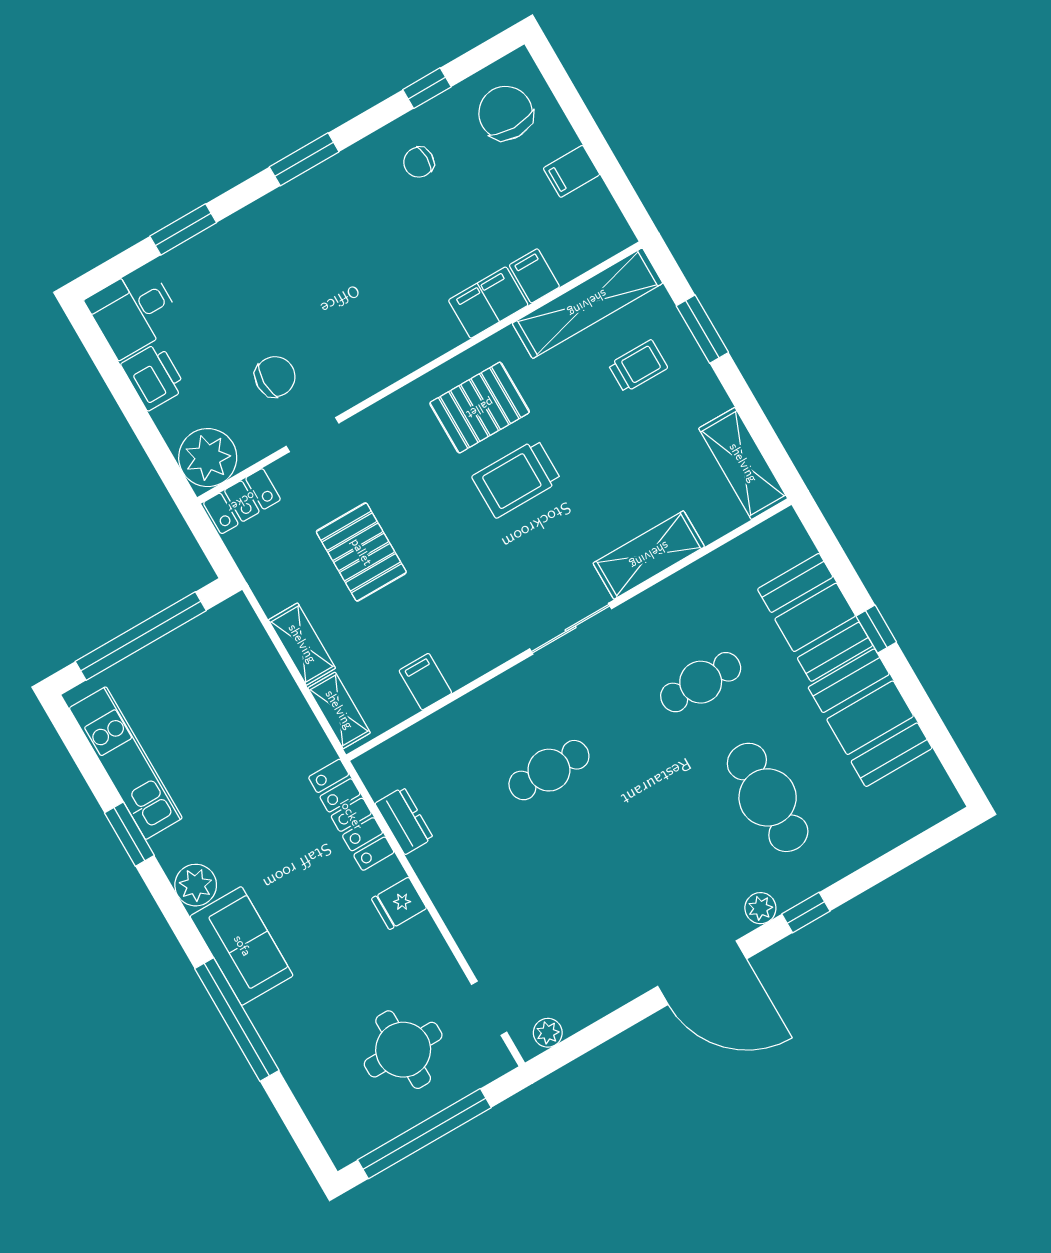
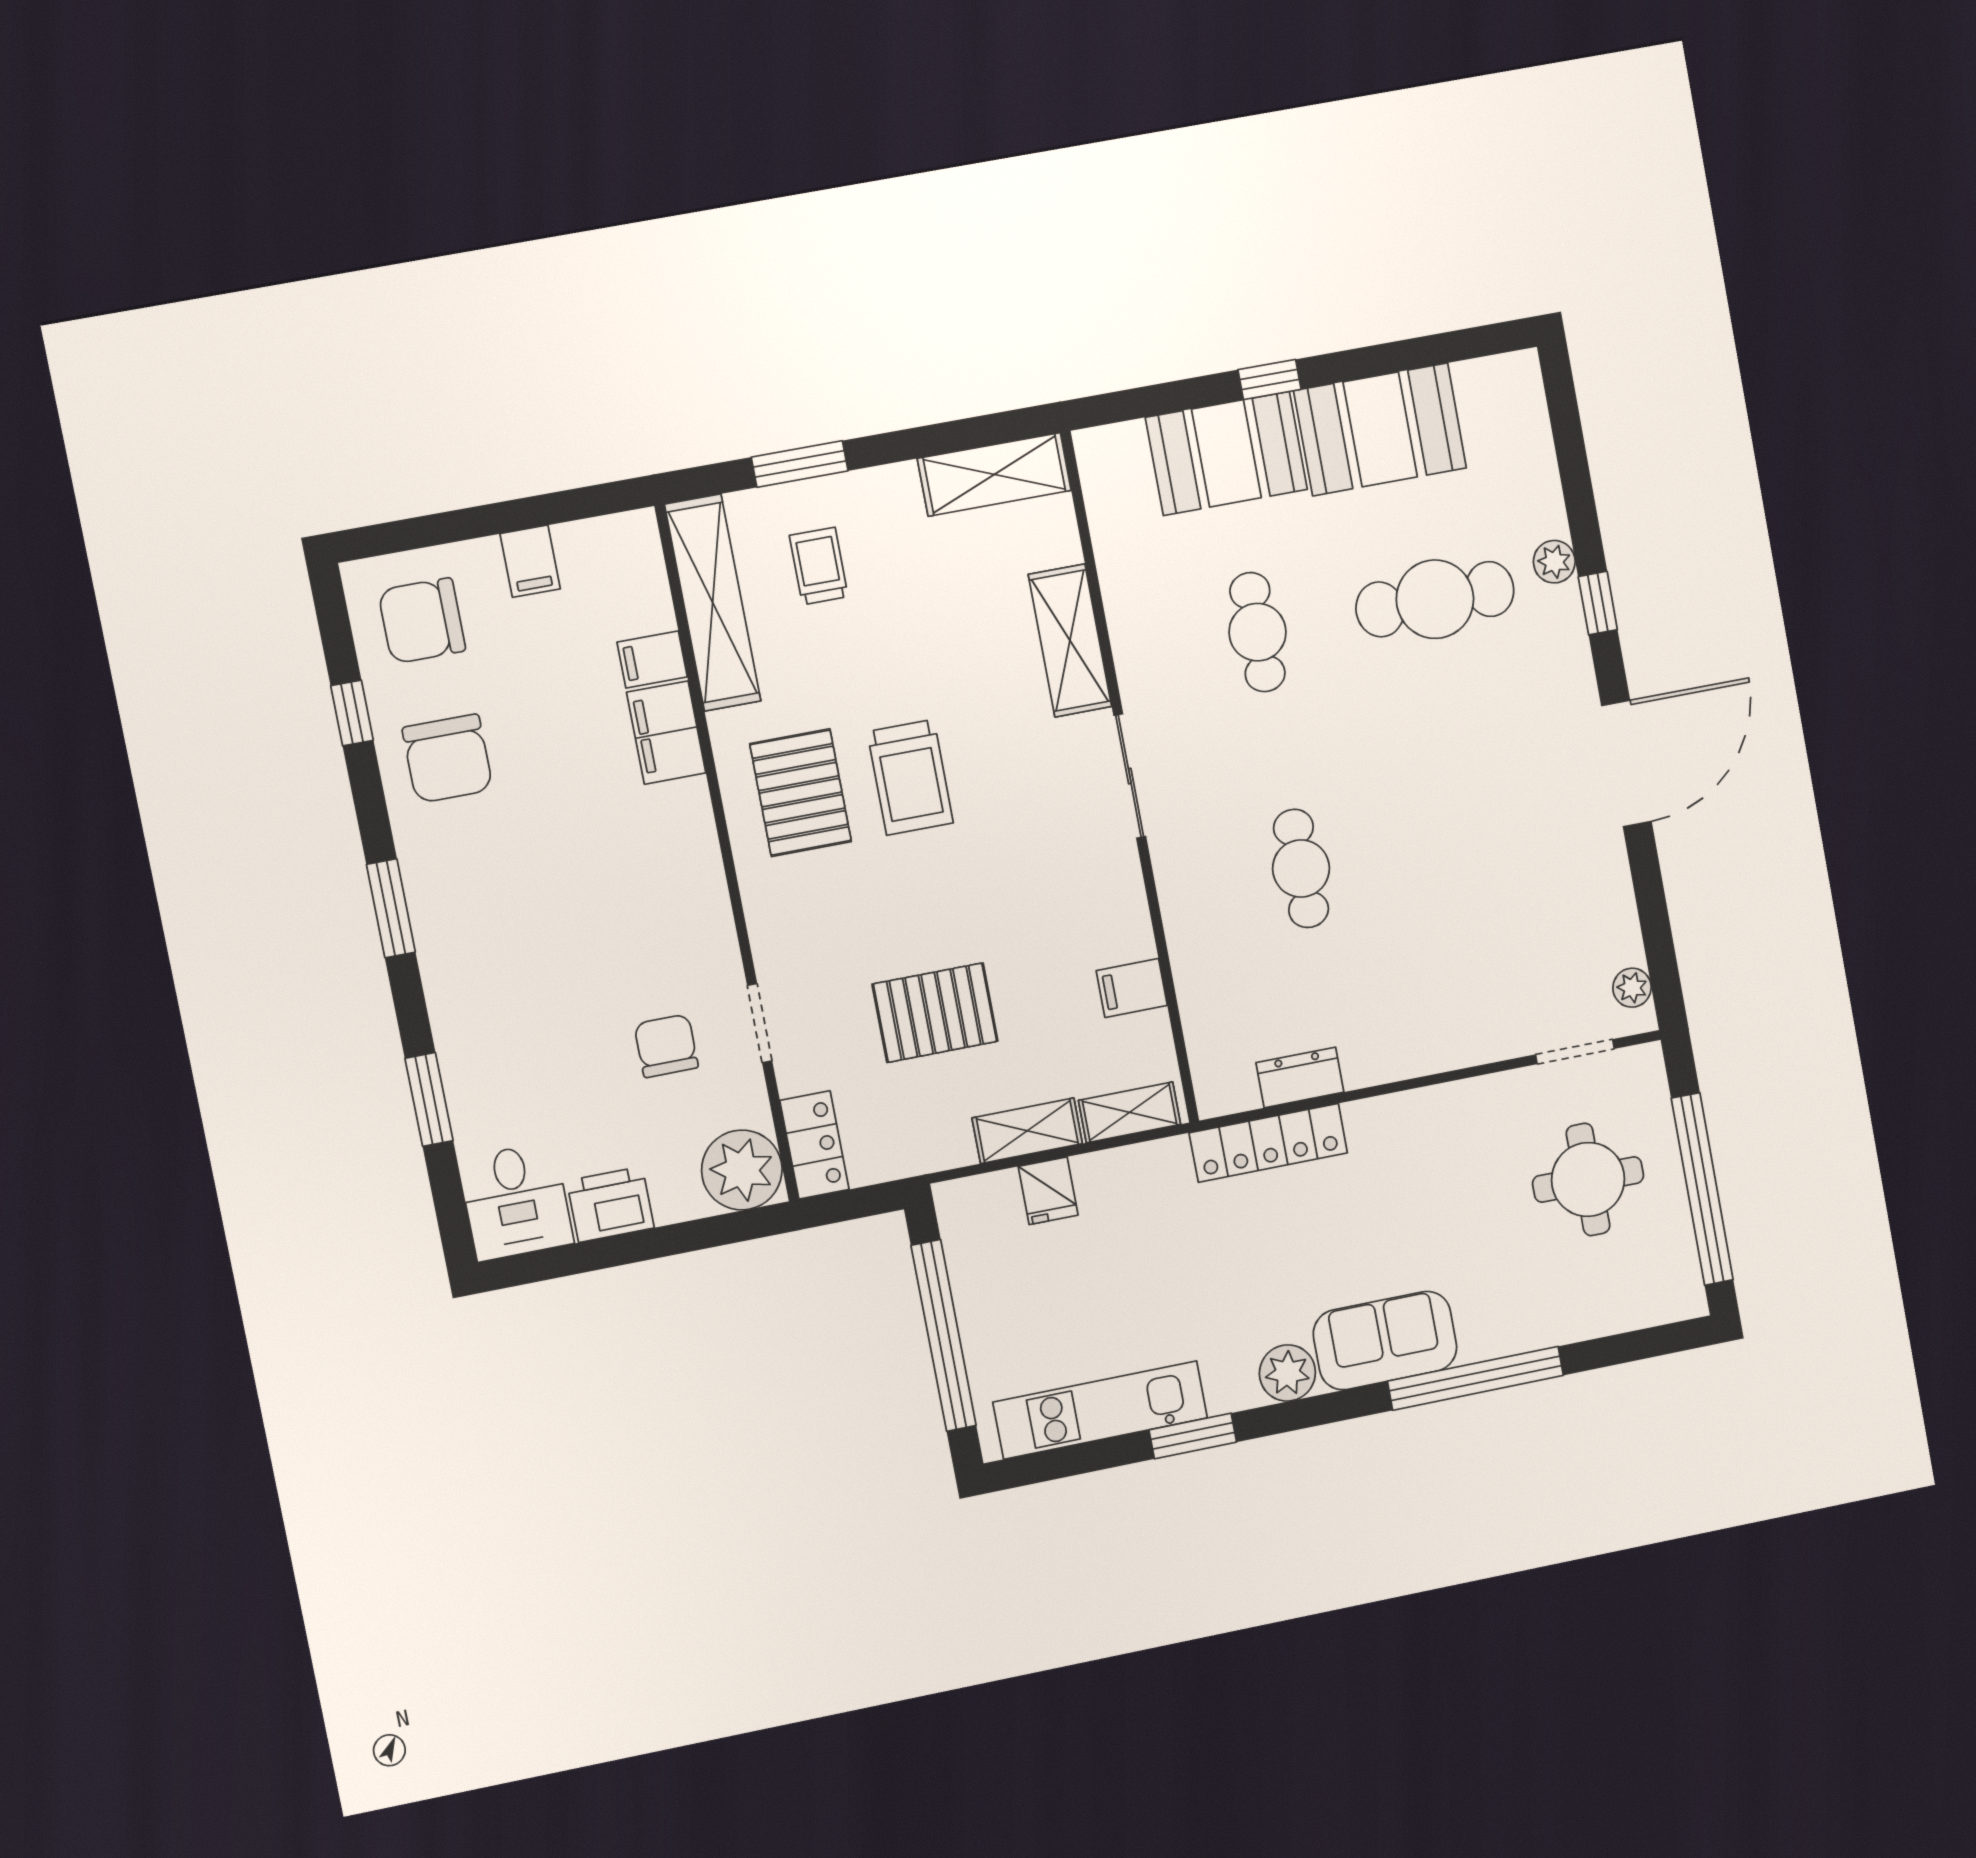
chair: (419, 162) -> (448, 759), width x1.87, depth x1.87
fridge: (399, 903) -> (1048, 1191), moved
plant: (760, 908) -> (1554, 562), moved

